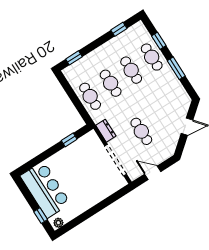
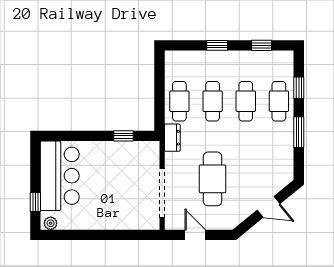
window: (74, 58) -> (217, 45), moved
dresser: (106, 131) -> (172, 138), moved
cafe table: (141, 131) -> (213, 179), width x1.37, depth x1.35

